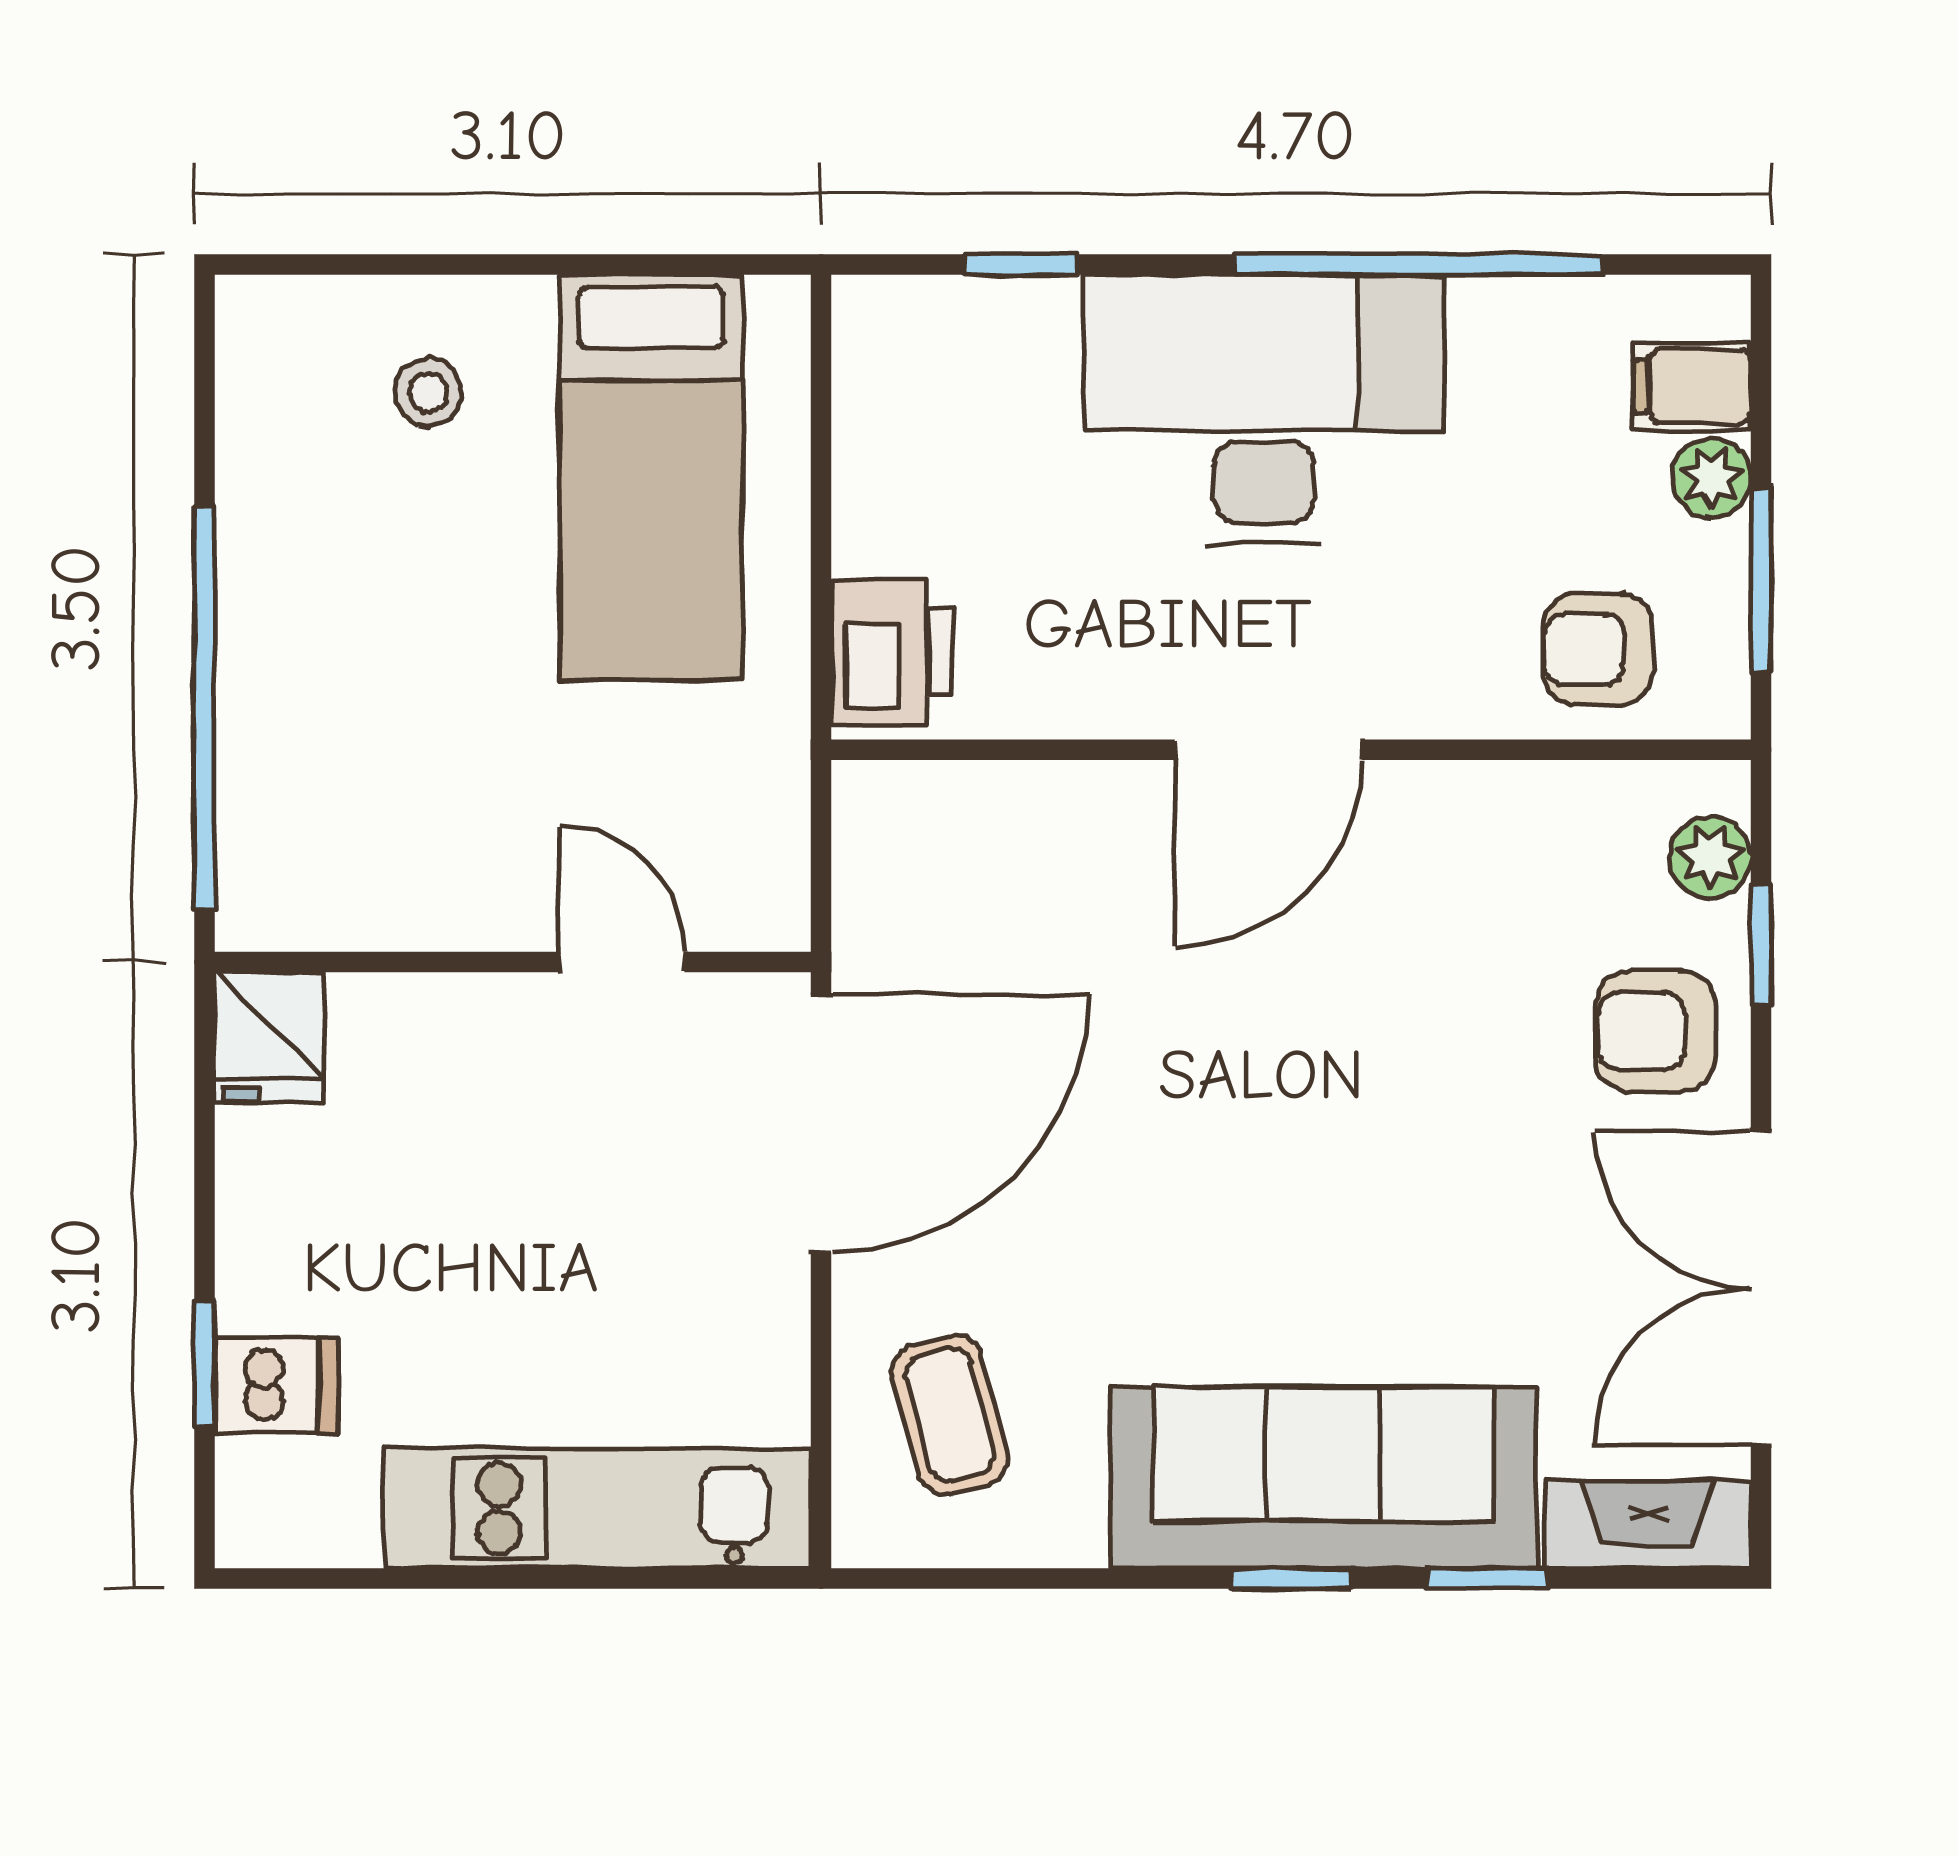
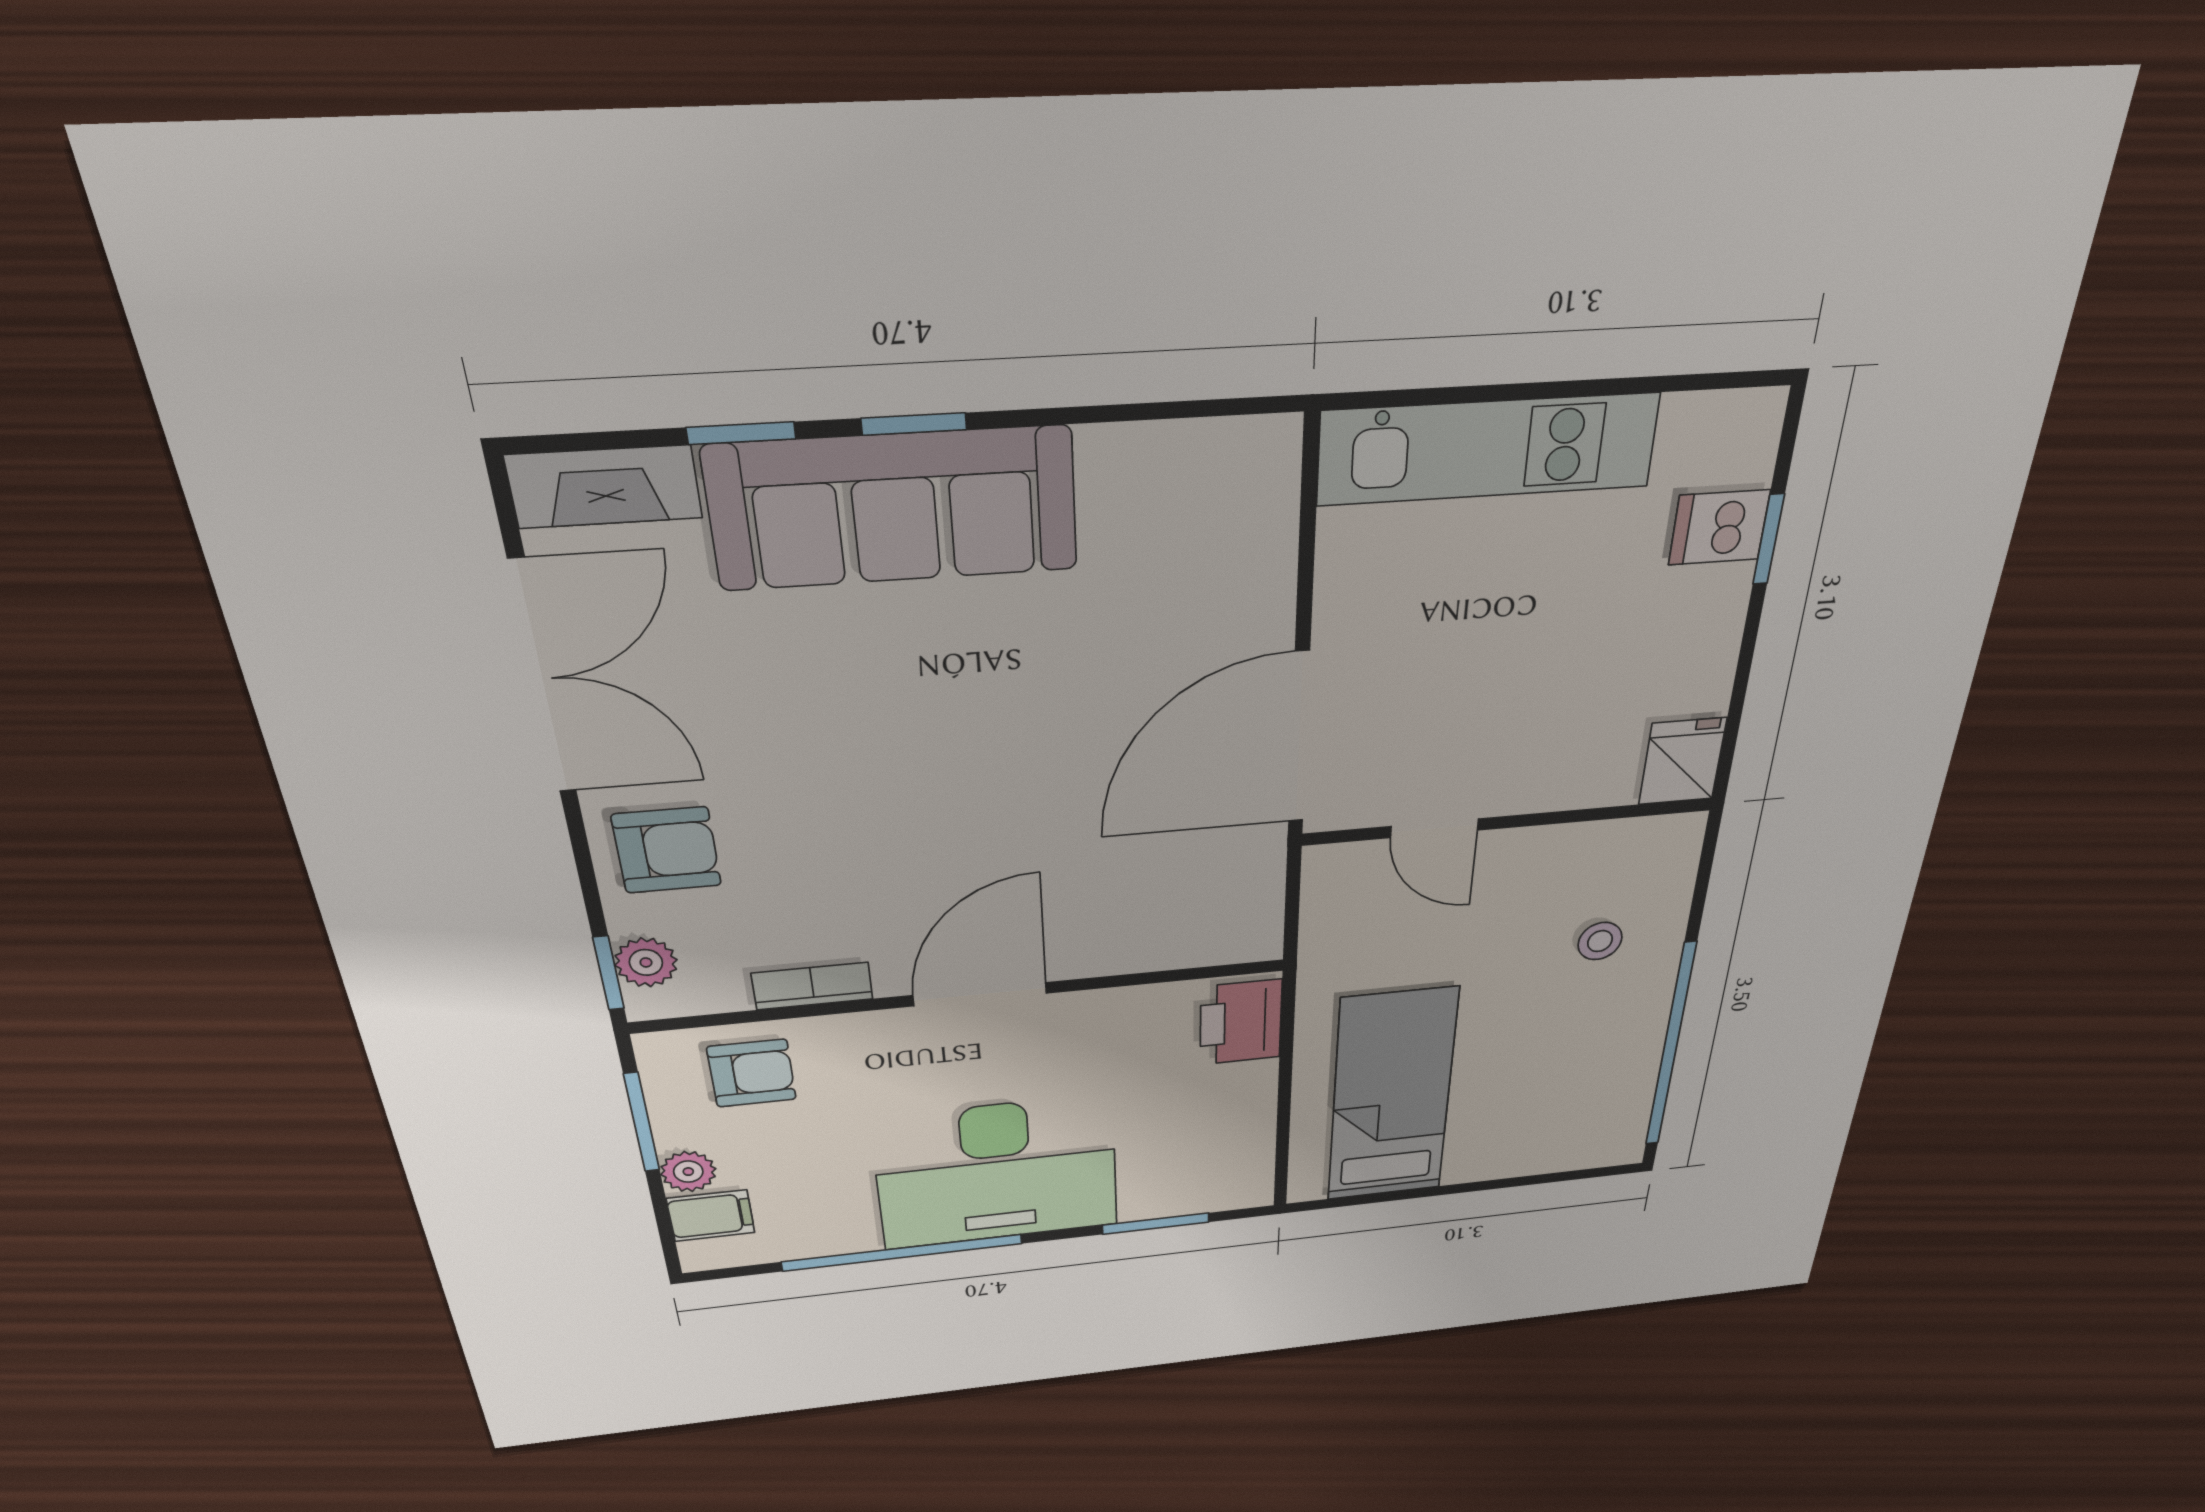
window: (1021, 265) -> (1156, 1224), width x1.50
stool: (428, 393) -> (1600, 941), moved
window: (205, 708) -> (1671, 1046), moved
bookcase: (1497, 792) -> (812, 986), added
window: (1761, 944) -> (608, 973), moved
coffee table: (950, 1415) -> (1205, 538), removed

